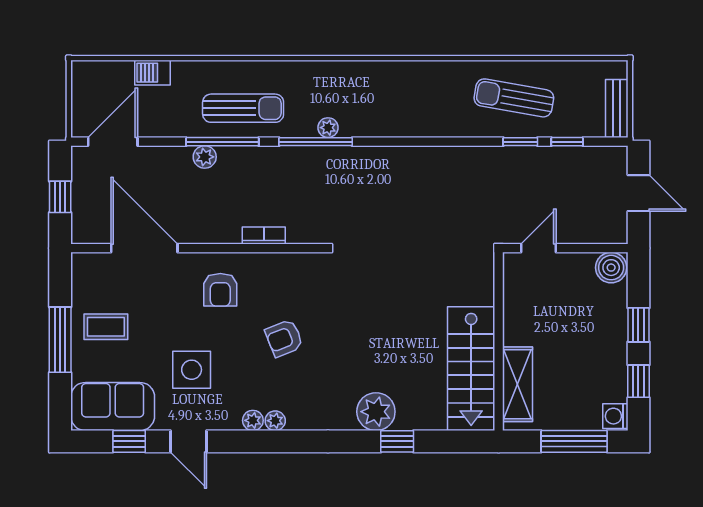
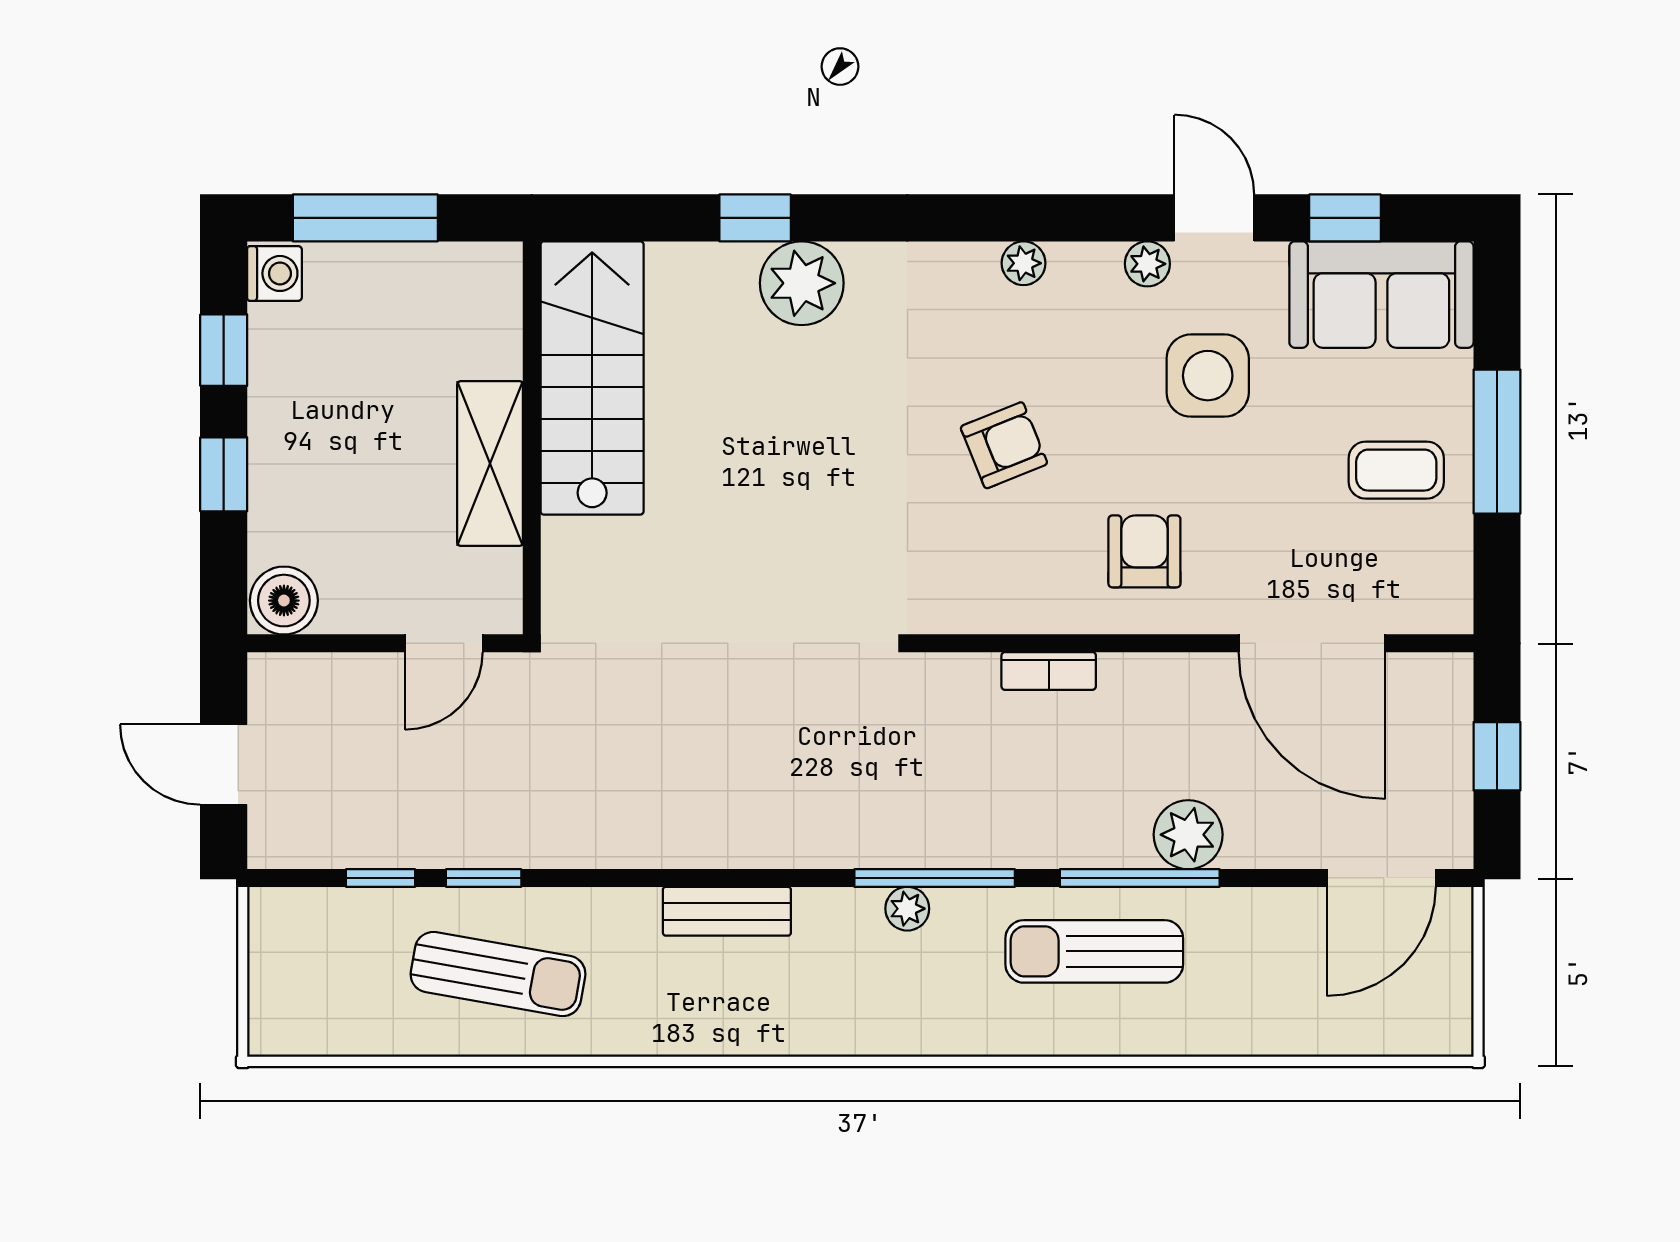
barbecue: (152, 73) -> (1294, 1029), removed
bench: (617, 108) -> (727, 911), moved, turned 90
plant: (205, 157) -> (1188, 835), width x1.38, depth x1.38
shelving: (517, 384) -> (490, 464), moved
plant: (253, 420) -> (1147, 264), moved

